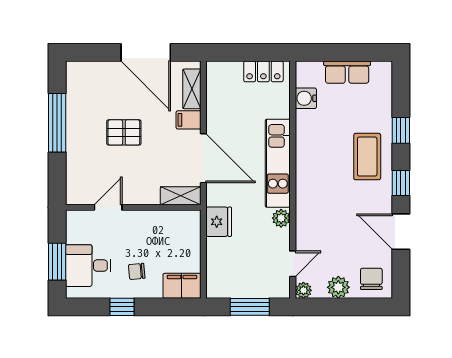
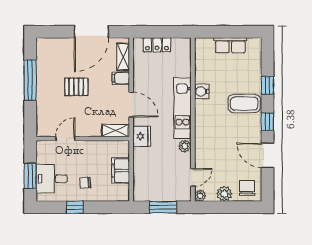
door: (146, 52) -> (91, 32), hinge flipped
locker: (263, 71) -> (157, 45), moved
water cooler: (306, 98) -> (202, 91), moved
coffee table: (367, 157) -> (244, 103), turned 90
door: (203, 158) -> (131, 105), width x0.73
fridge: (219, 222) -> (142, 136), moved
filing cabinet: (182, 286) -> (121, 171), moved, turned -90

